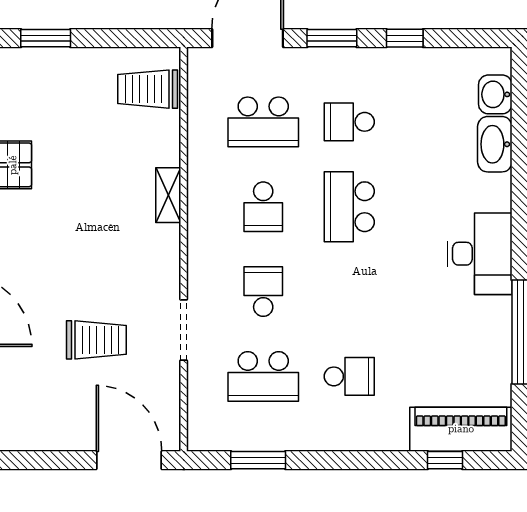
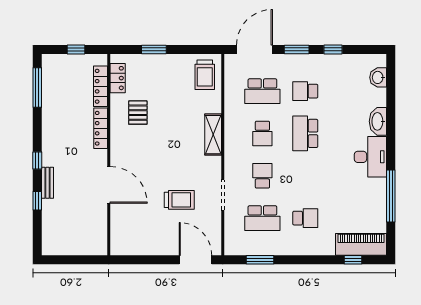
trolley: (148, 89) -> (205, 75), turned -90
washbasin: (495, 144) -> (378, 121), moved
shelving: (168, 195) -> (213, 135), width x1.50, depth x1.33

